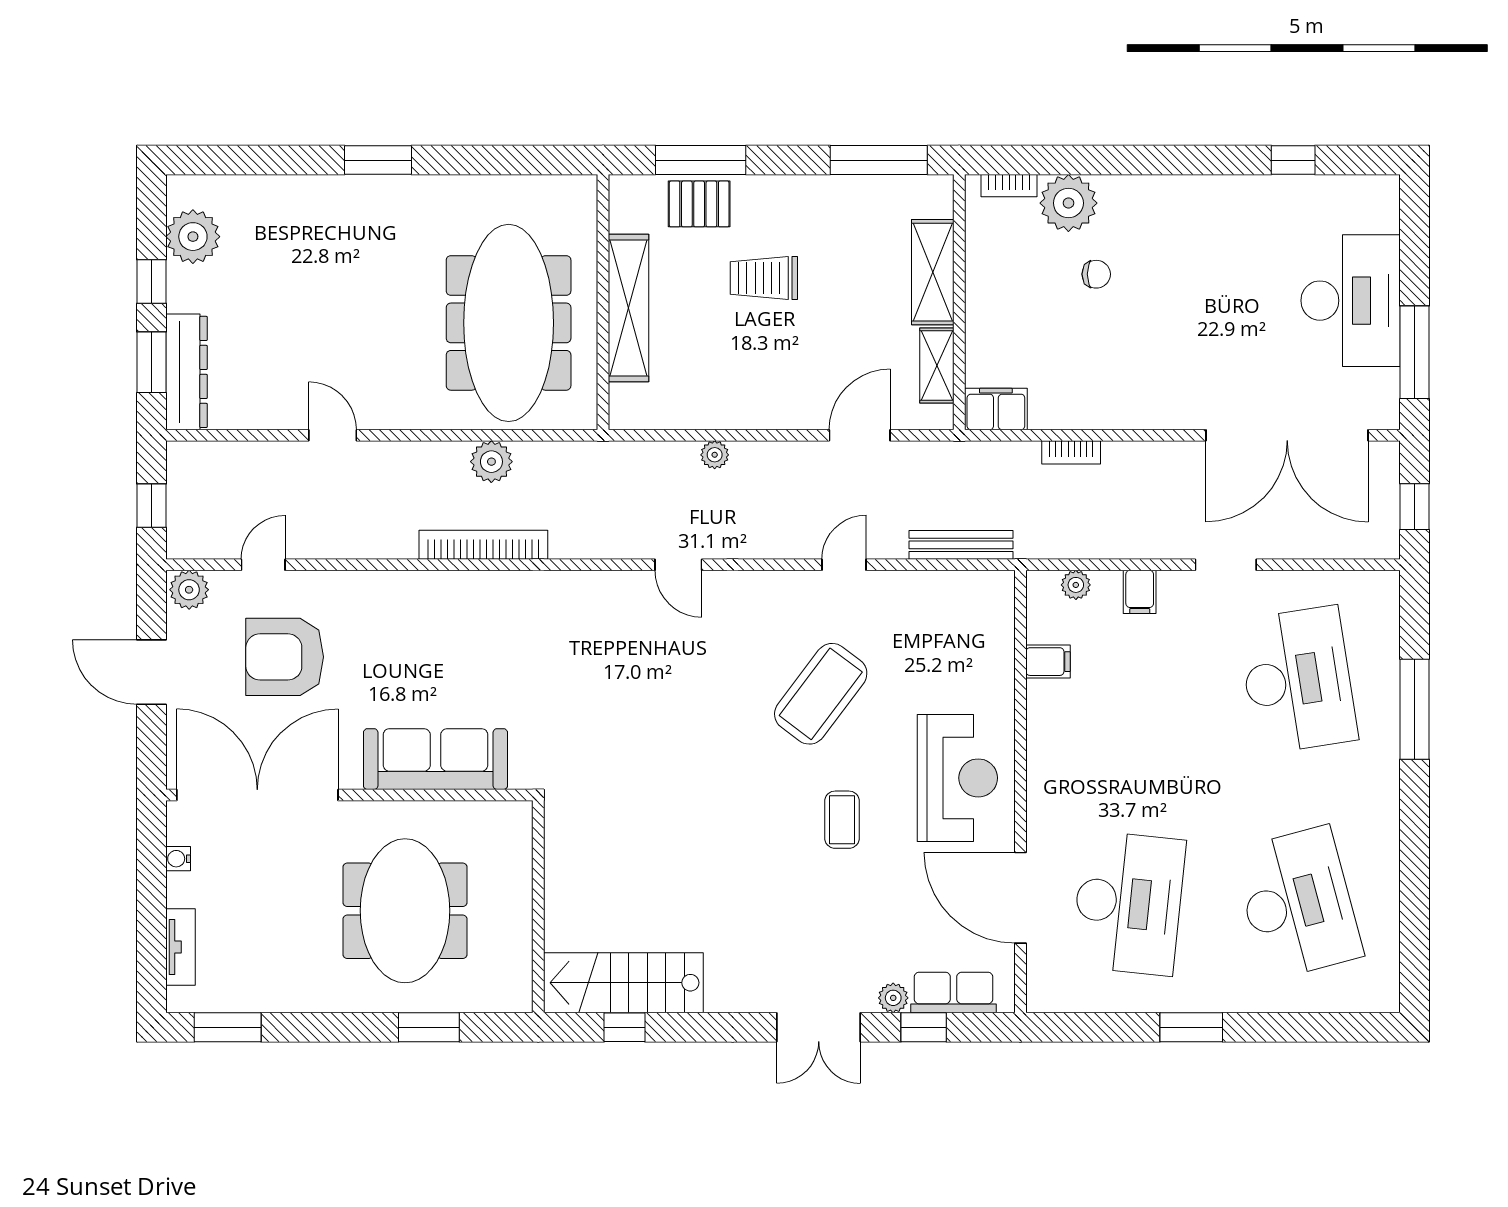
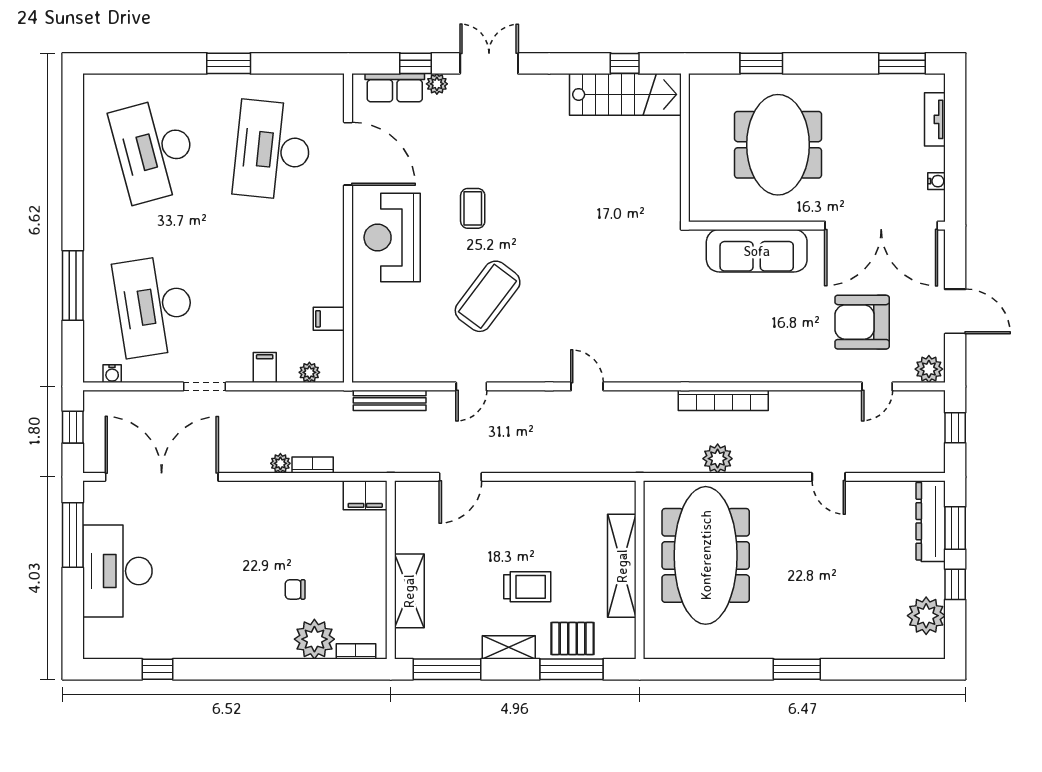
shelving: (937, 366) -> (509, 647), moved, turned 90
plant: (715, 455) -> (280, 463), moved
water cooler: (1358, 583) -> (112, 374), added
armchair: (285, 657) -> (862, 322), turned 180

